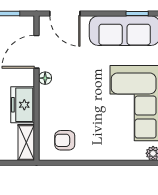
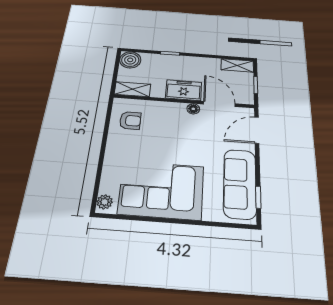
freezer: (23, 105) -> (184, 90), moved
armchair: (65, 140) -> (130, 121), turned 90

